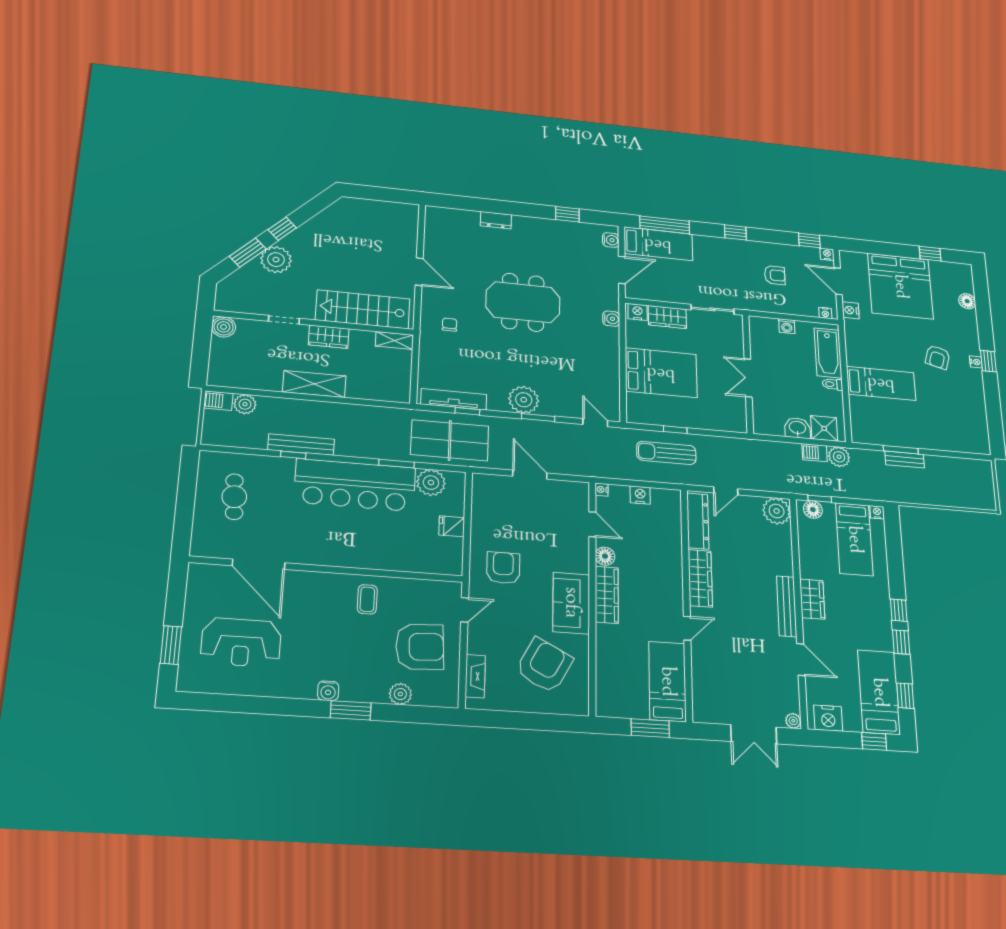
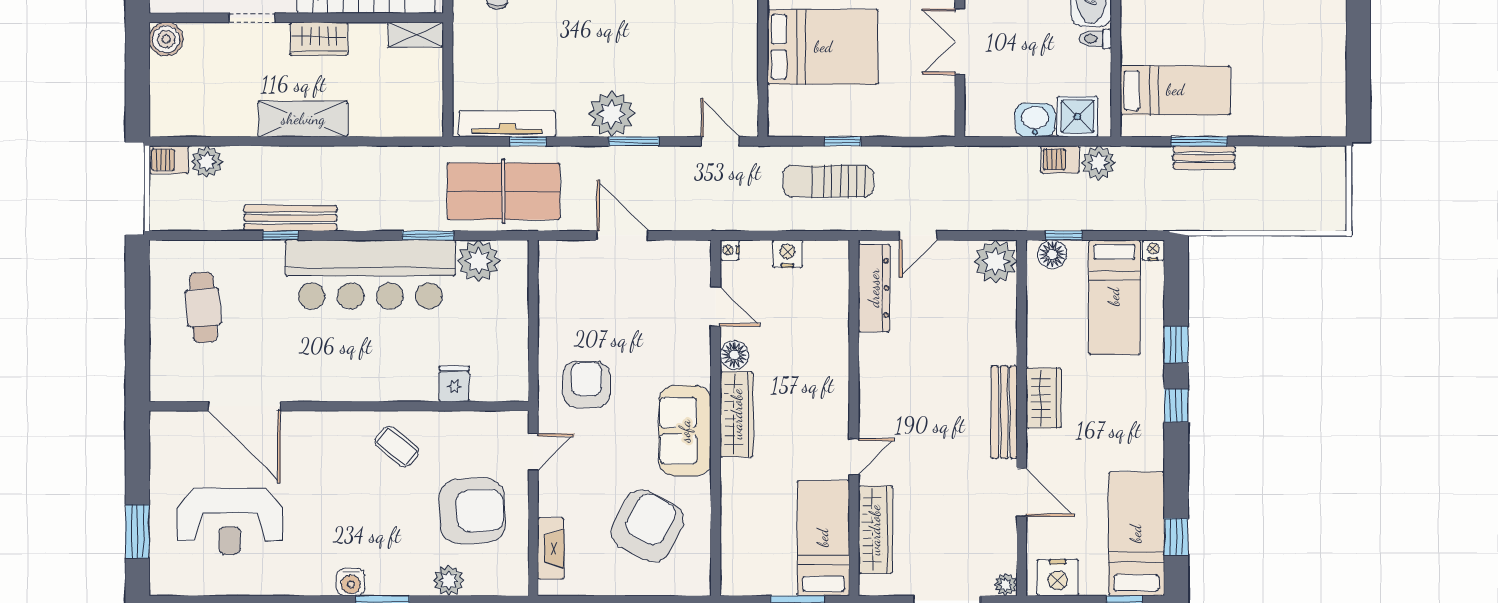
bed: (881, 383) -> (1175, 90), moved
fridge: (452, 526) -> (454, 384), moved, turned 90
wardrobe: (700, 578) -> (875, 530), moved
coffee table: (367, 599) -> (397, 447), turned -51
window: (901, 642) -> (1176, 344), moved

